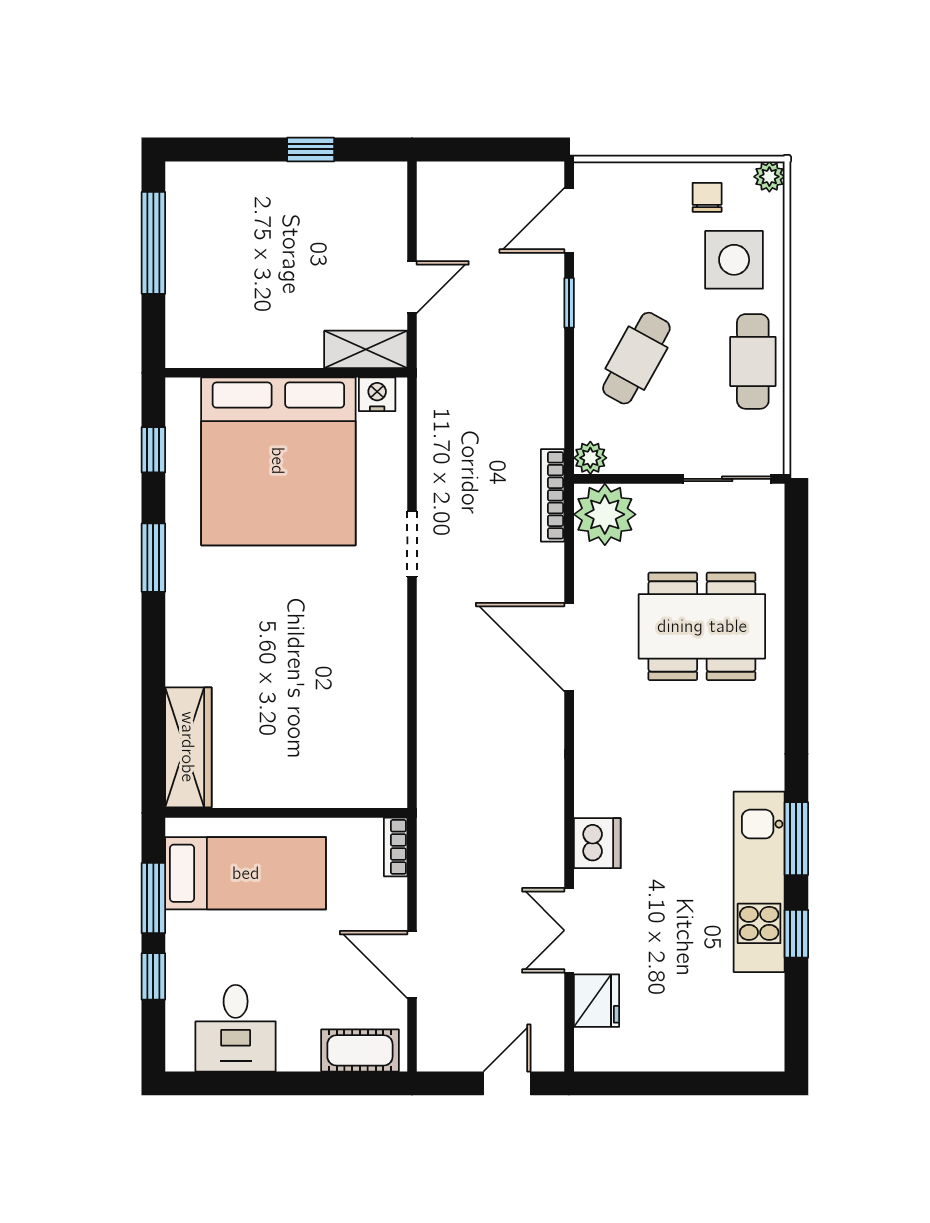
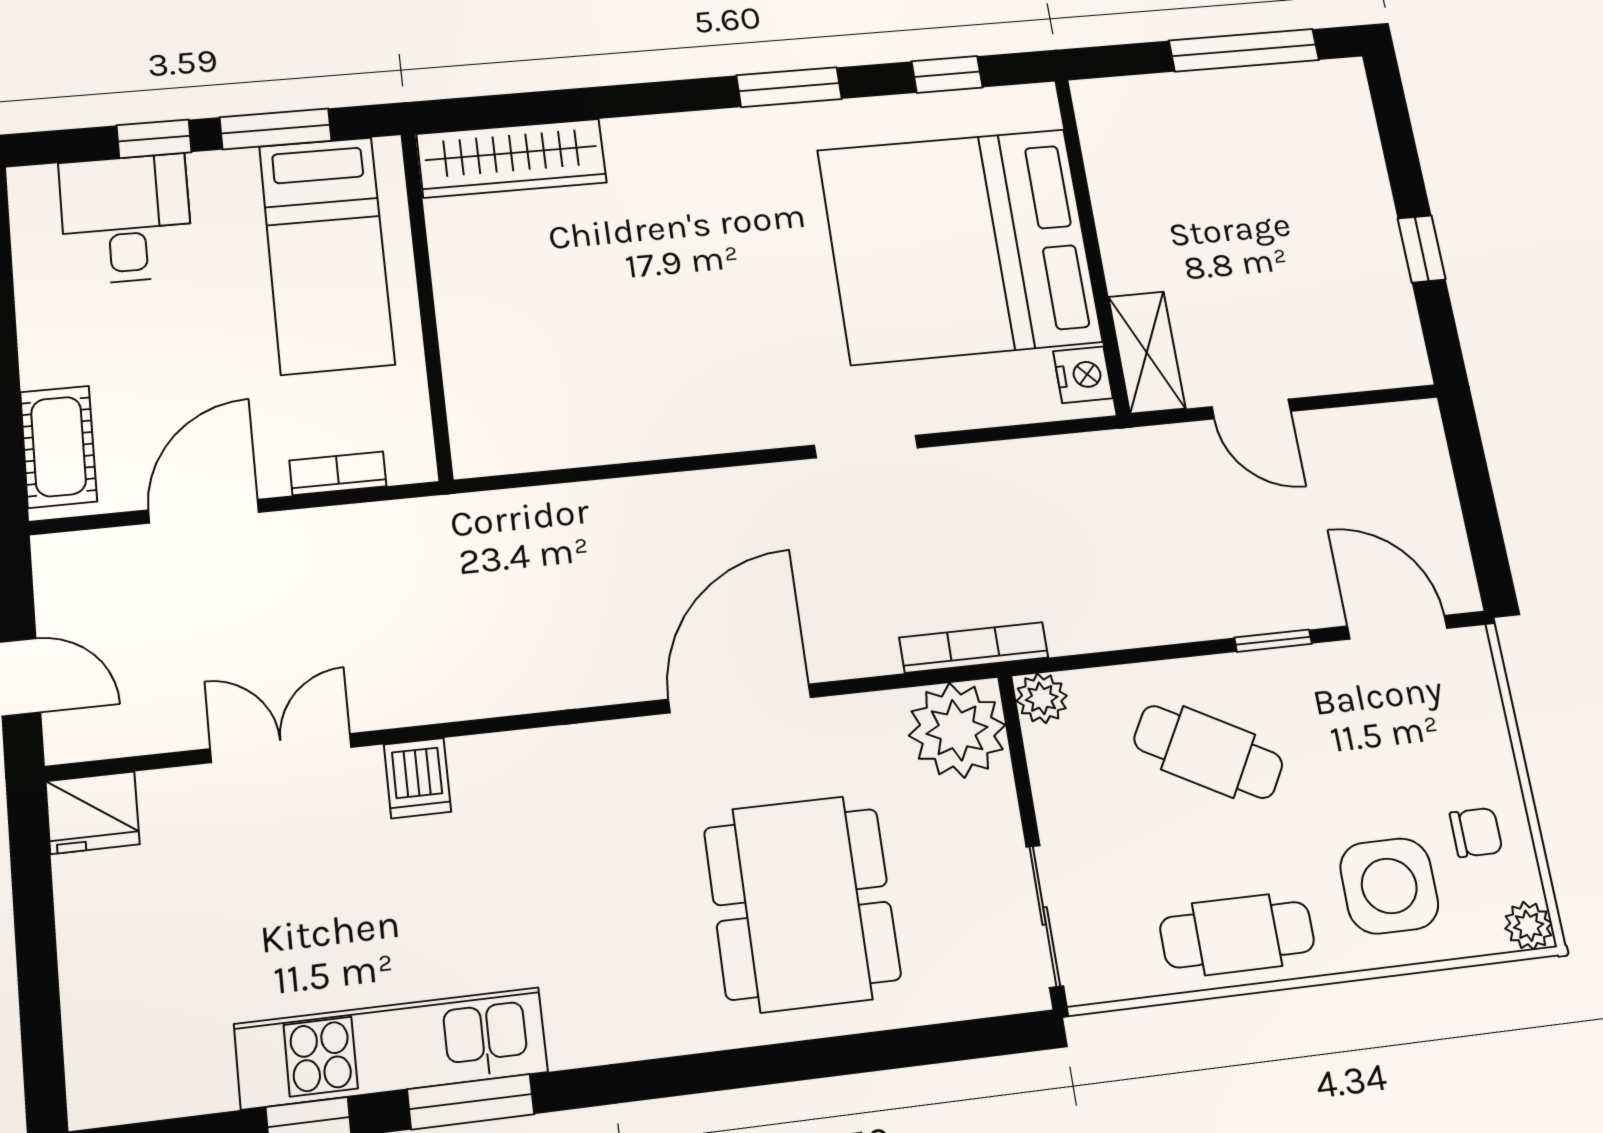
dishwasher: (597, 843) -> (418, 778), width x0.73
bookcase: (396, 847) -> (338, 473), moved
fridge: (597, 1001) -> (93, 813), moved
desk: (236, 1028) -> (126, 219), moved, turned 90

